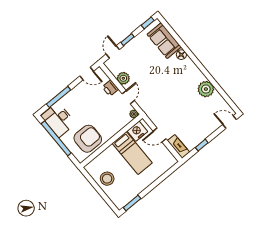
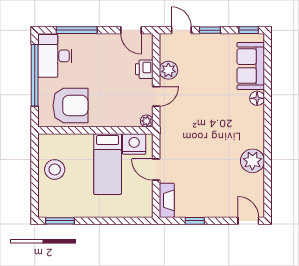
door: (113, 52) -> (181, 30), hinge flipped

